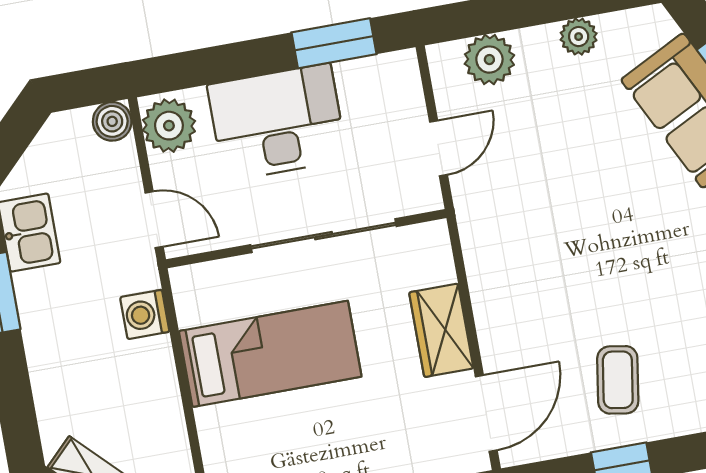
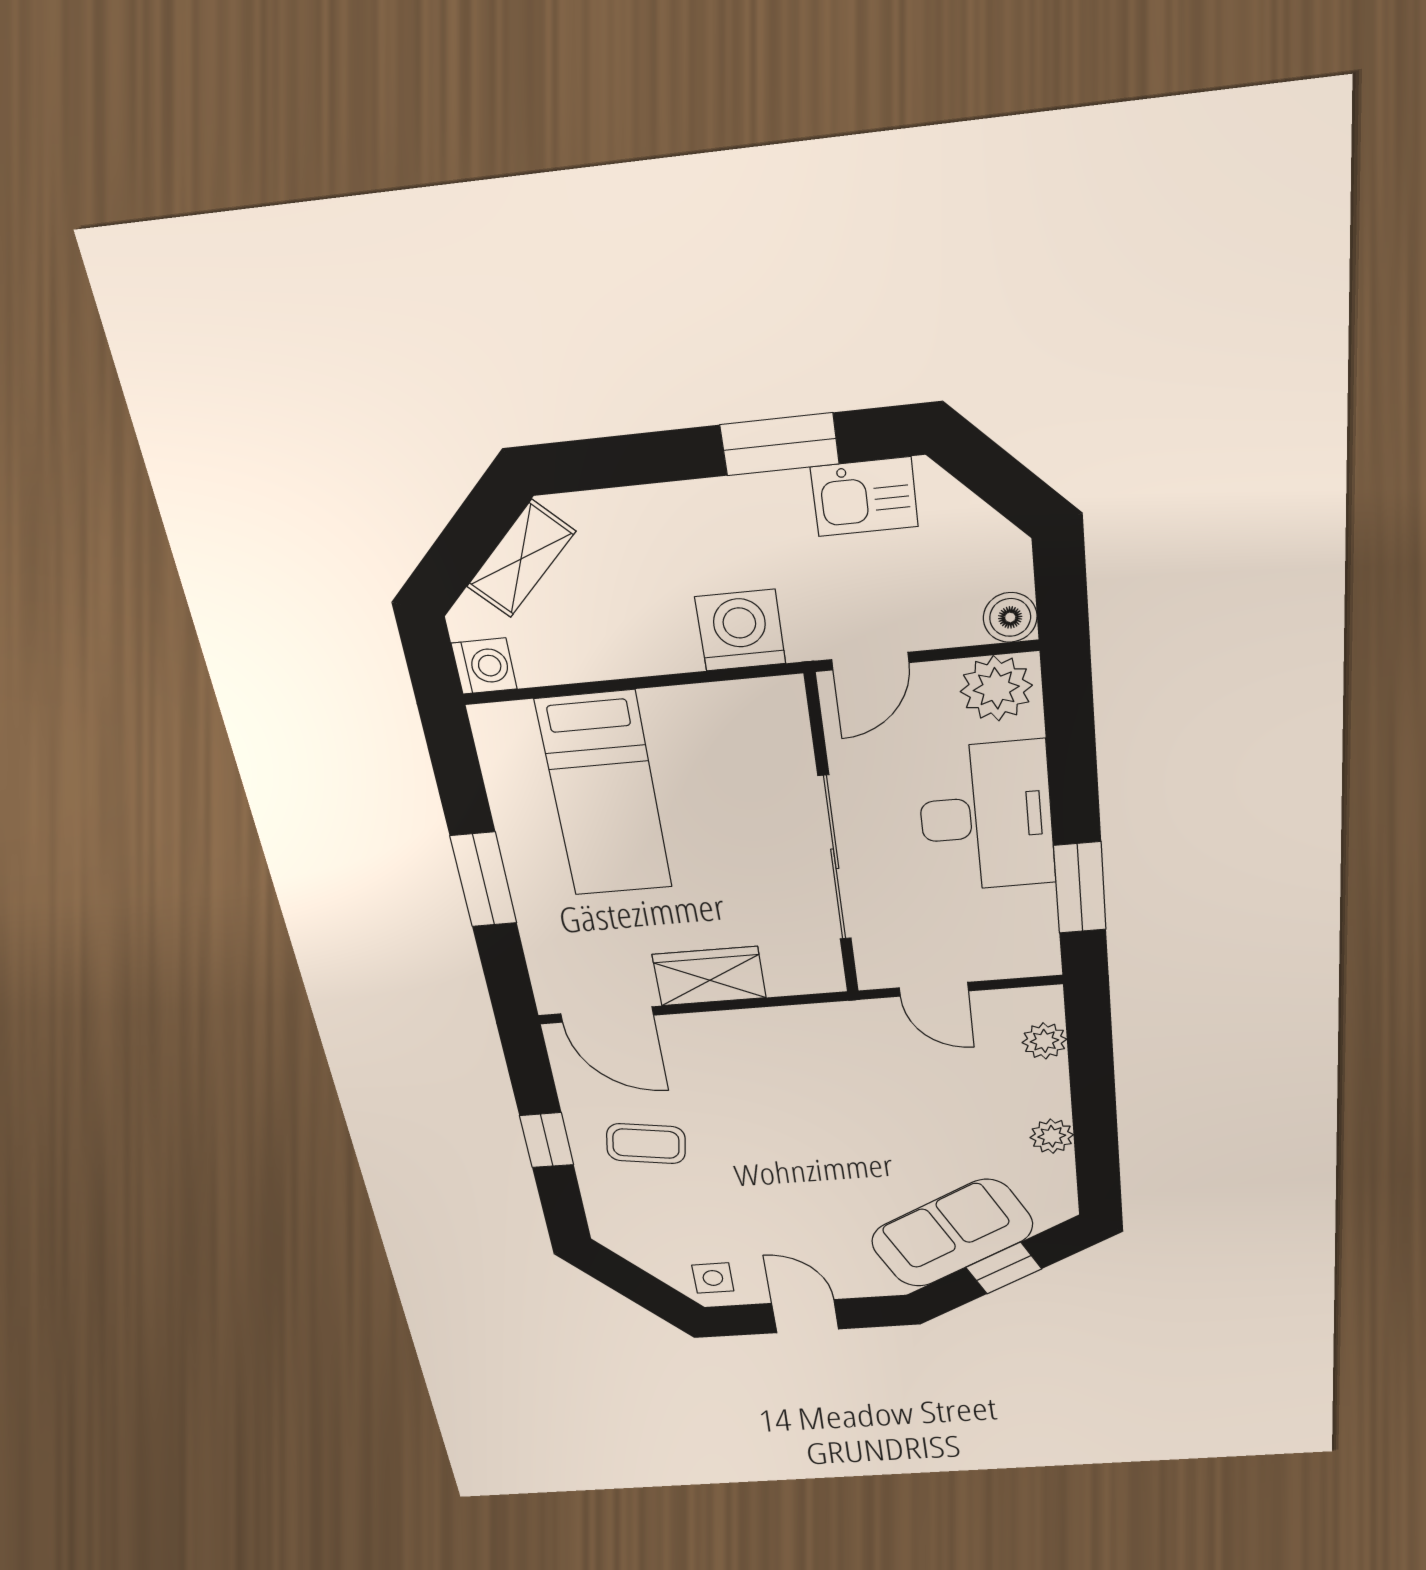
plant: (489, 60) -> (1044, 1041), width x0.73, depth x0.73
washing machine: (145, 314) -> (740, 630), width x1.38, depth x1.38
bed: (270, 354) -> (604, 795), moved

